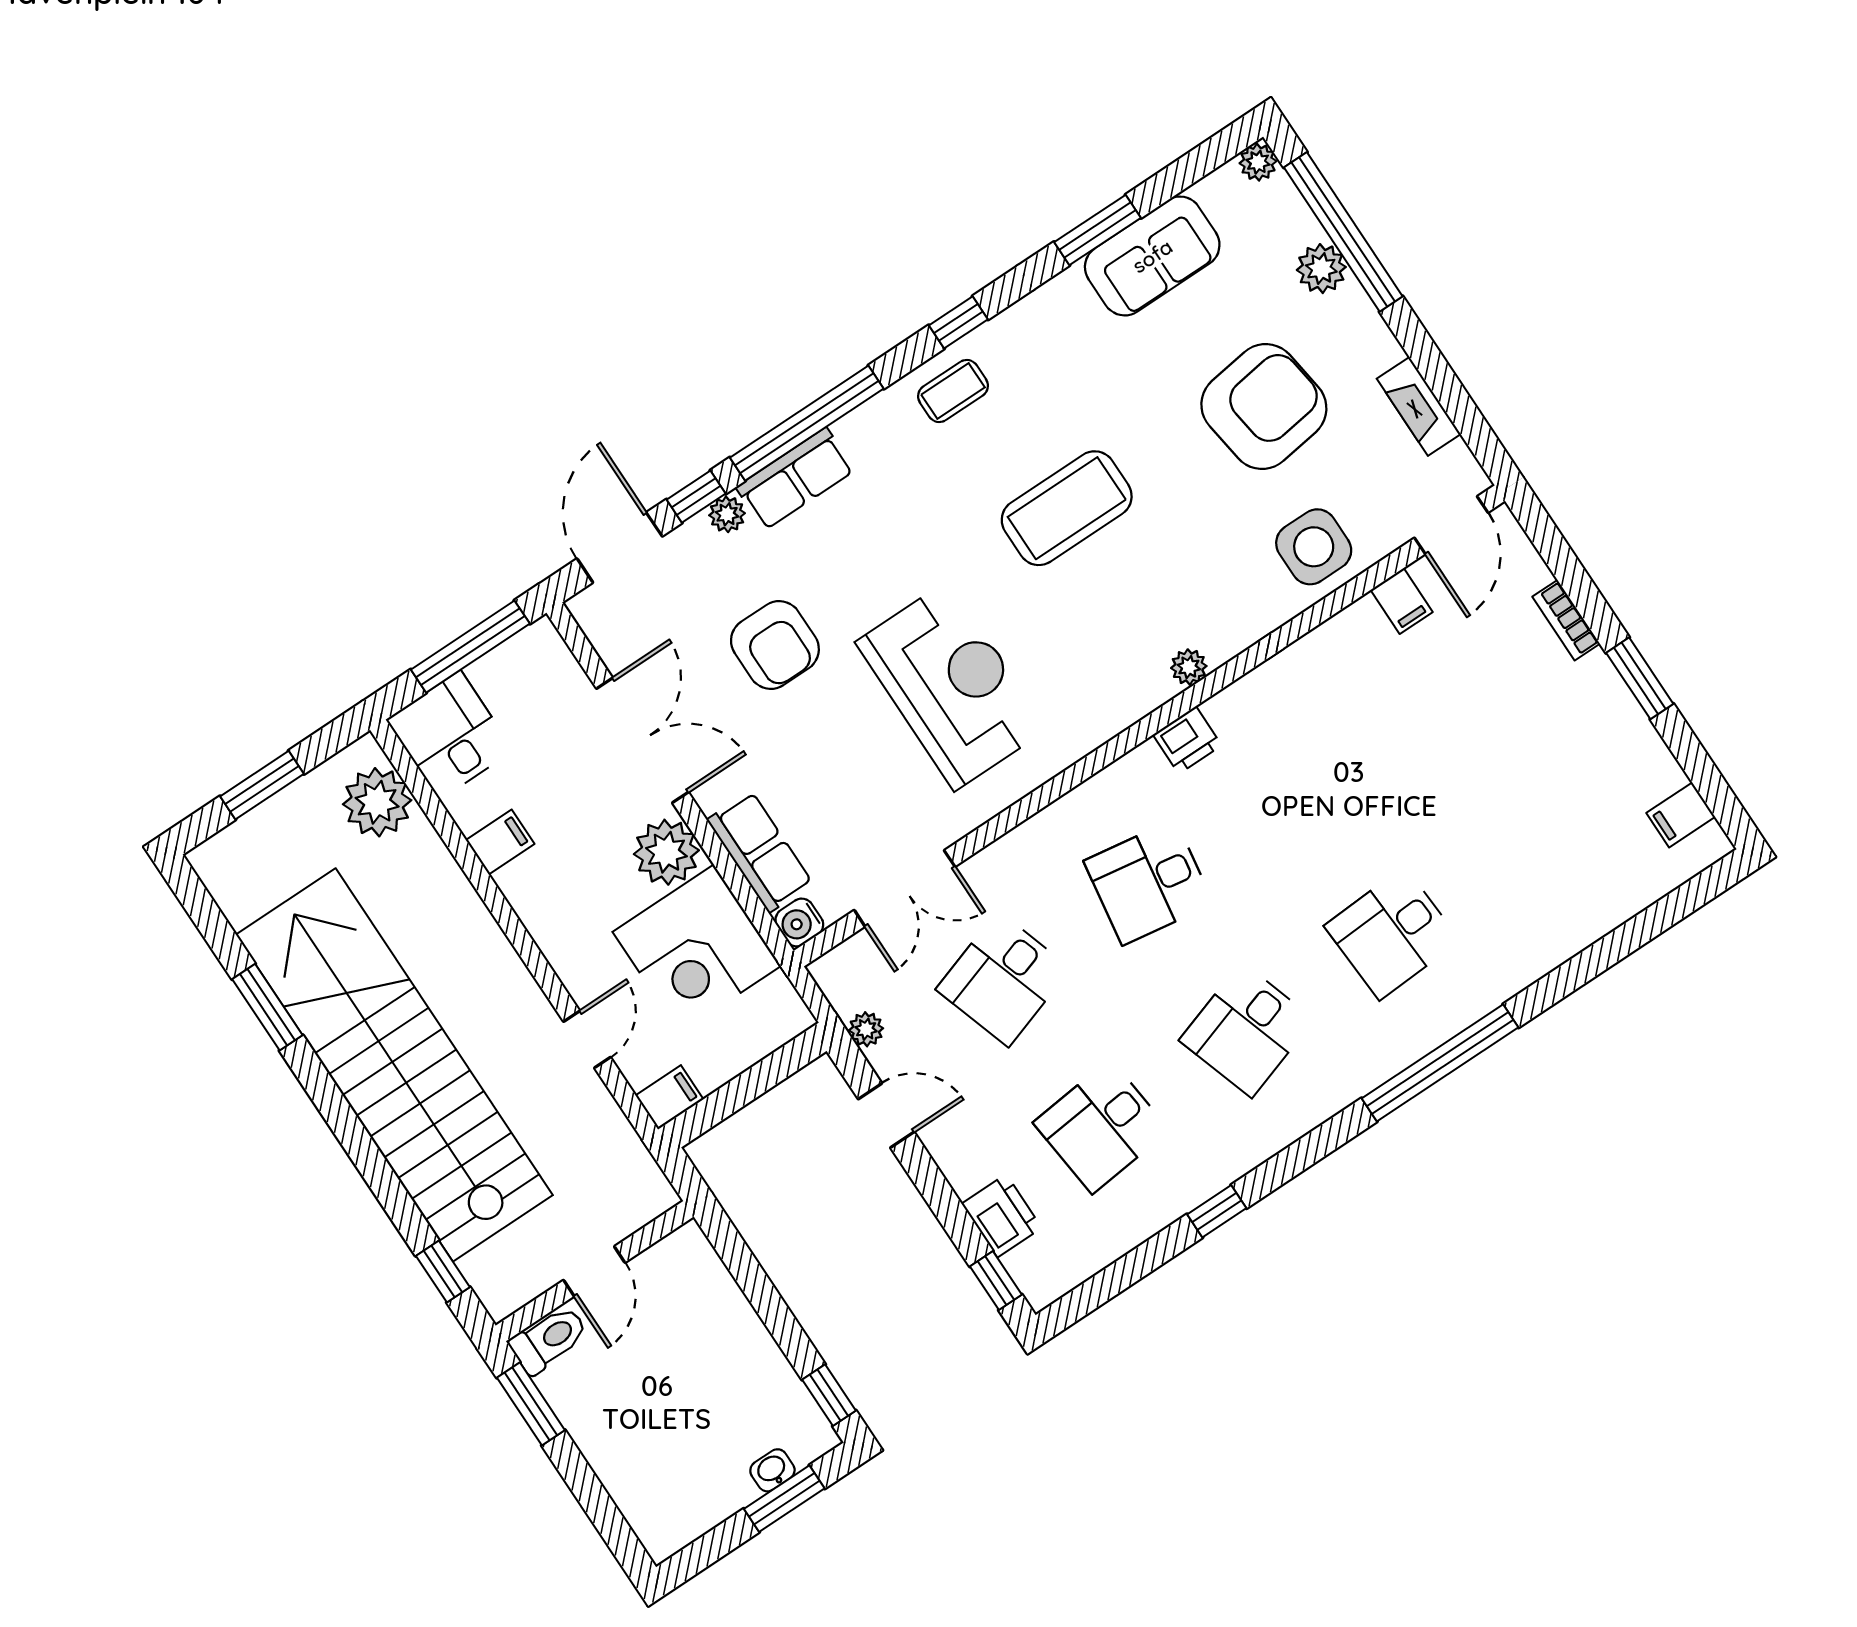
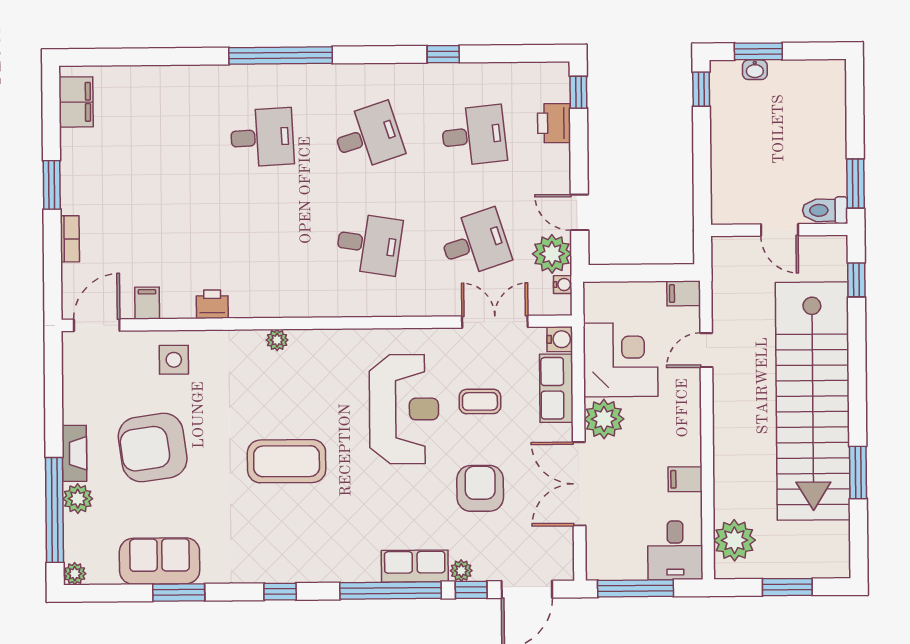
coffee table: (953, 391) -> (480, 401), moved
fireplace: (1419, 406) -> (74, 453), moved
side table: (1314, 547) -> (174, 360), width x0.73, depth x0.73
reception desk: (951, 686) -> (404, 409), turned 180
printer: (1187, 740) -> (212, 304), moved
filing cabinet: (1681, 815) -> (76, 102), width x2.00
water cooler: (844, 1001) -> (563, 285), added
plant: (866, 1029) -> (552, 254), width x1.87, depth x1.87
door: (594, 1271) -> (779, 230), swing flipped

